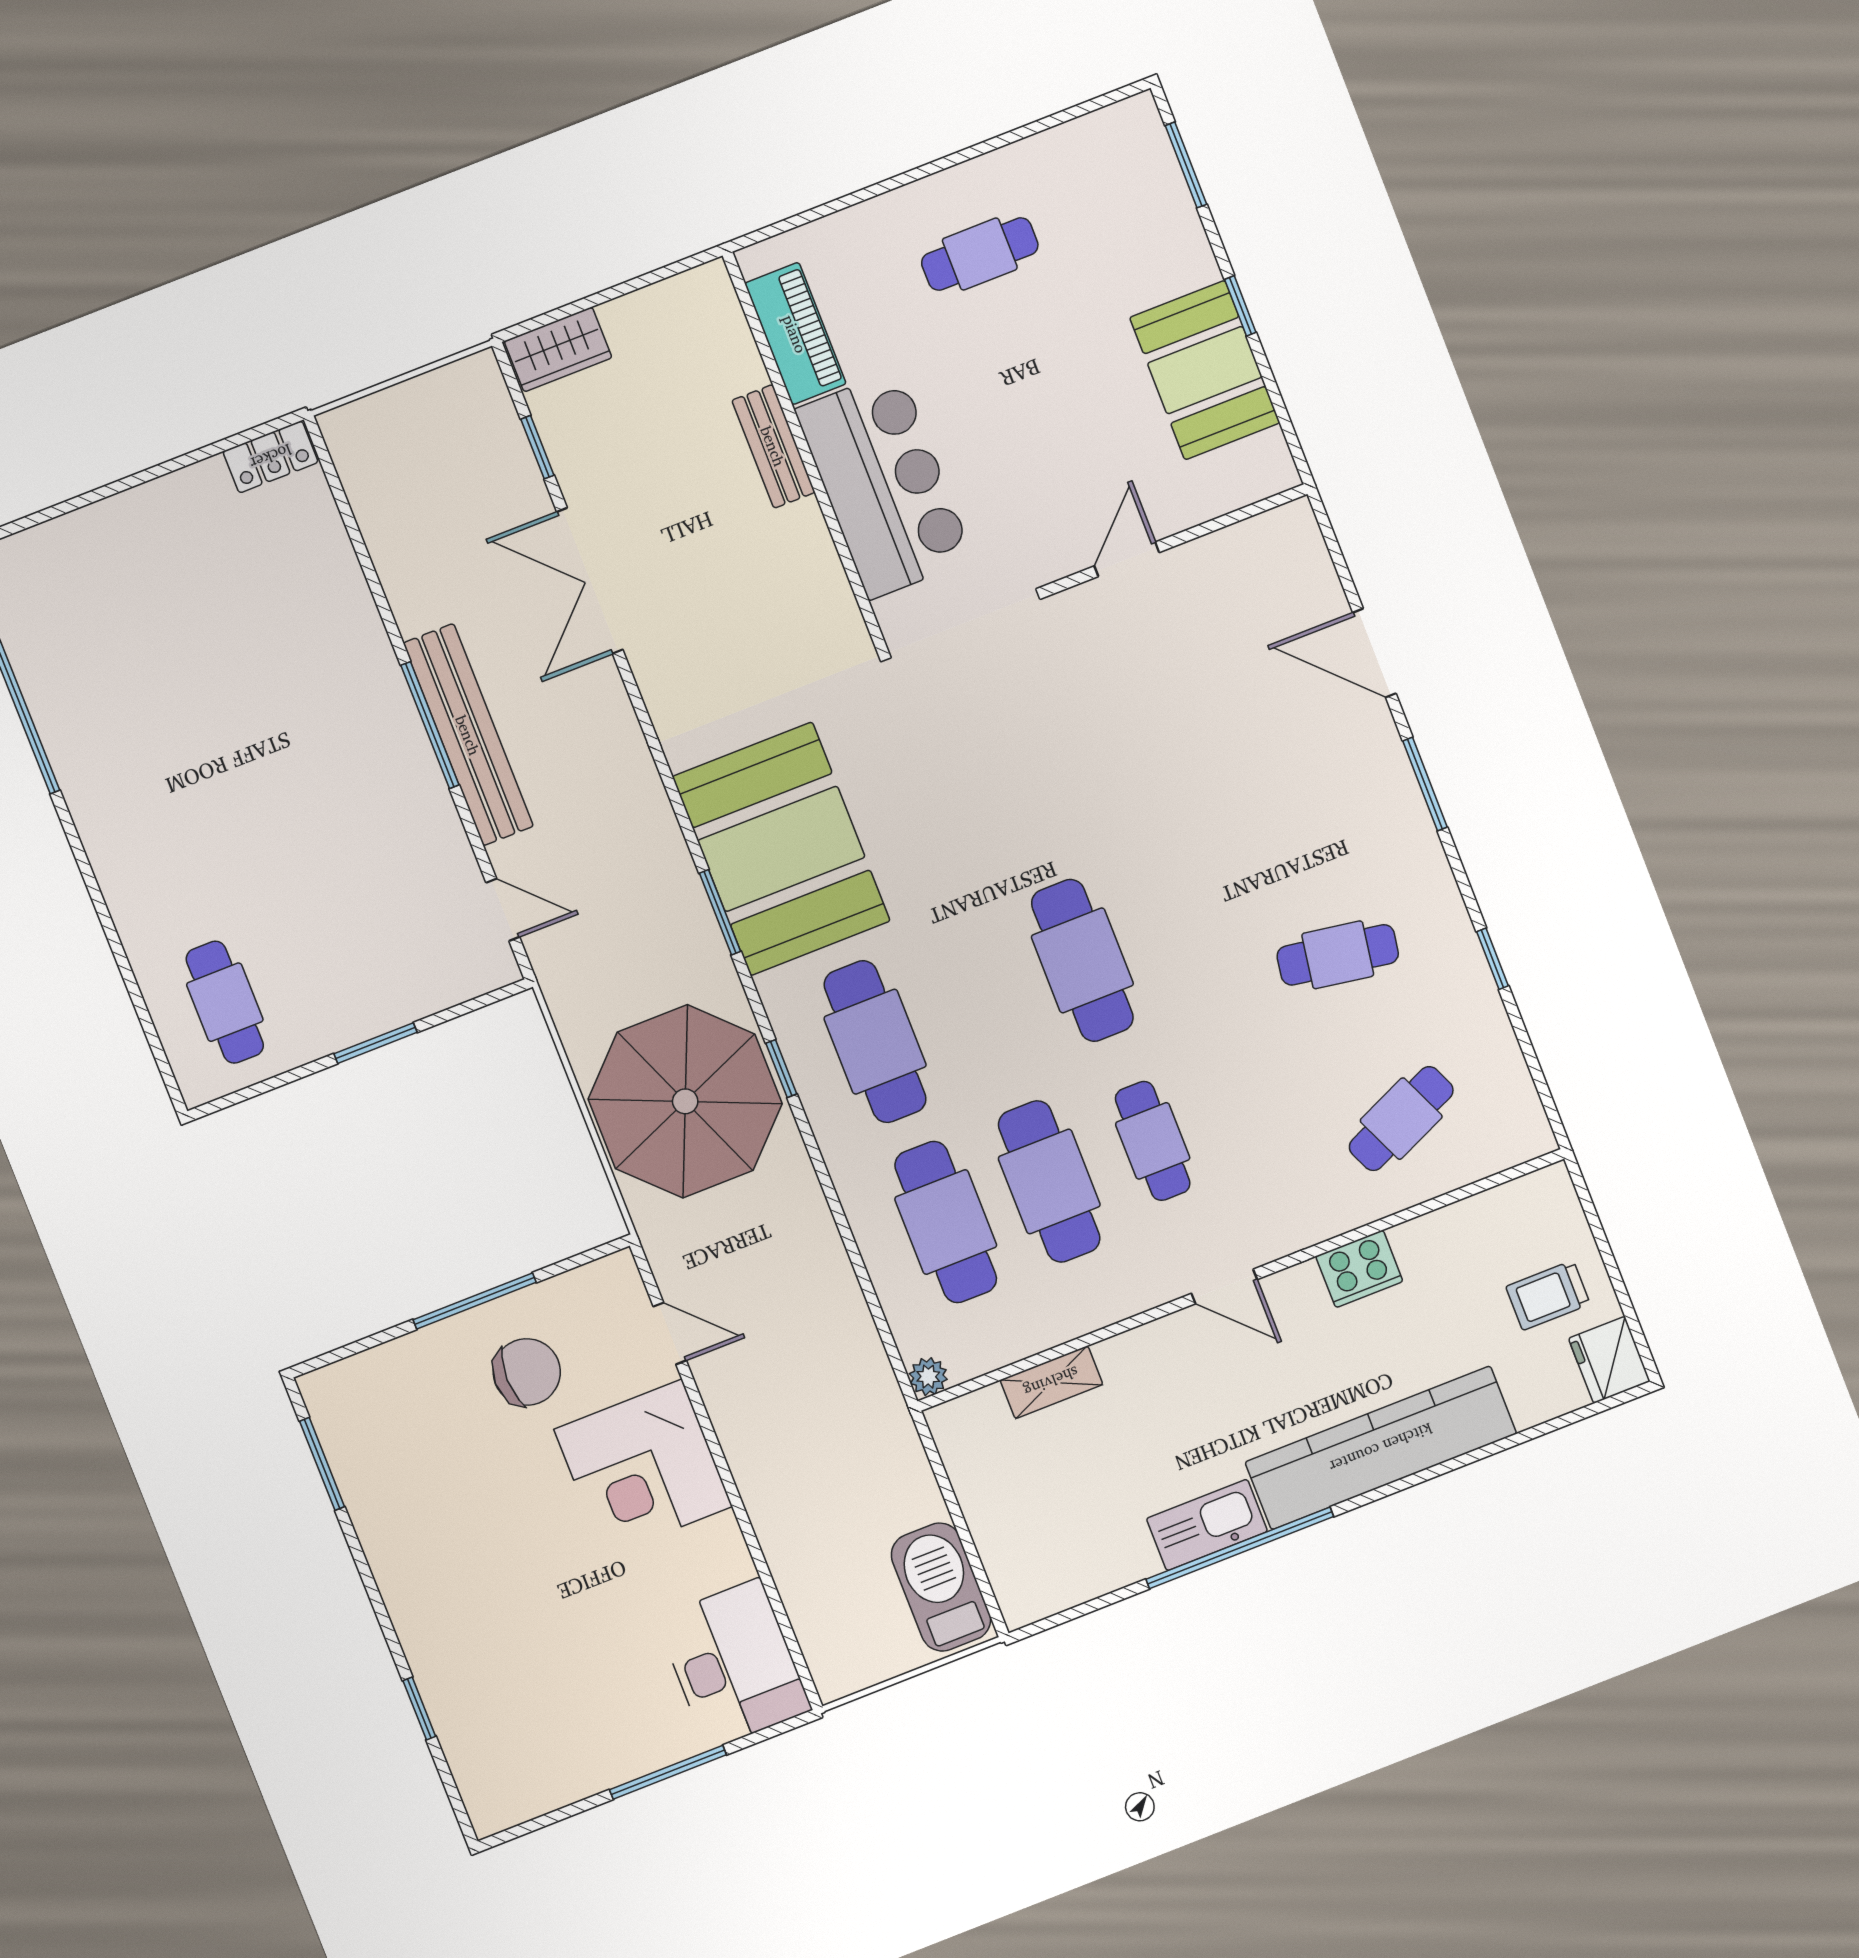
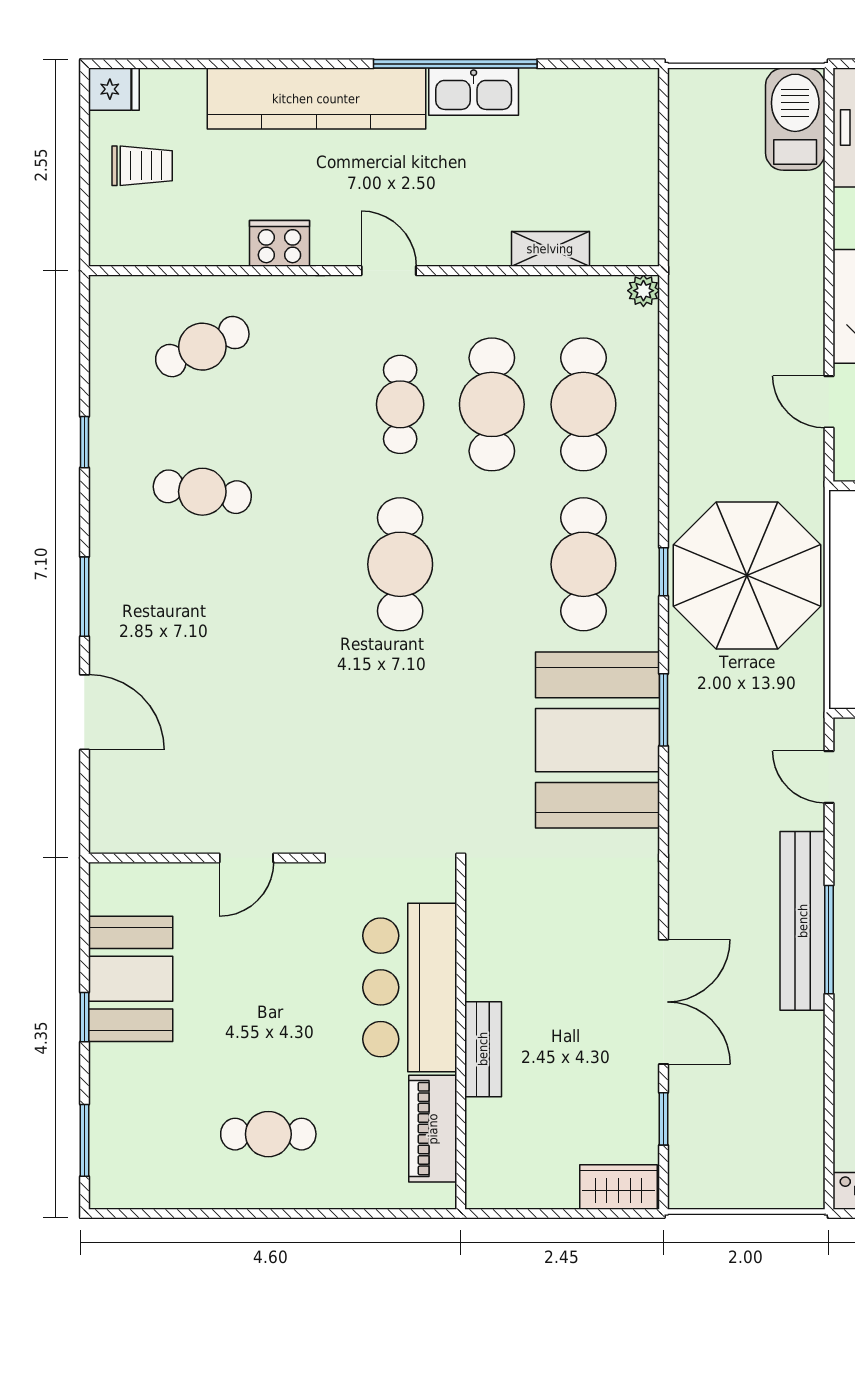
fridge: (1609, 1360) -> (114, 89), width x0.72
barbecue: (941, 1587) -> (795, 119), moved, turned 180

